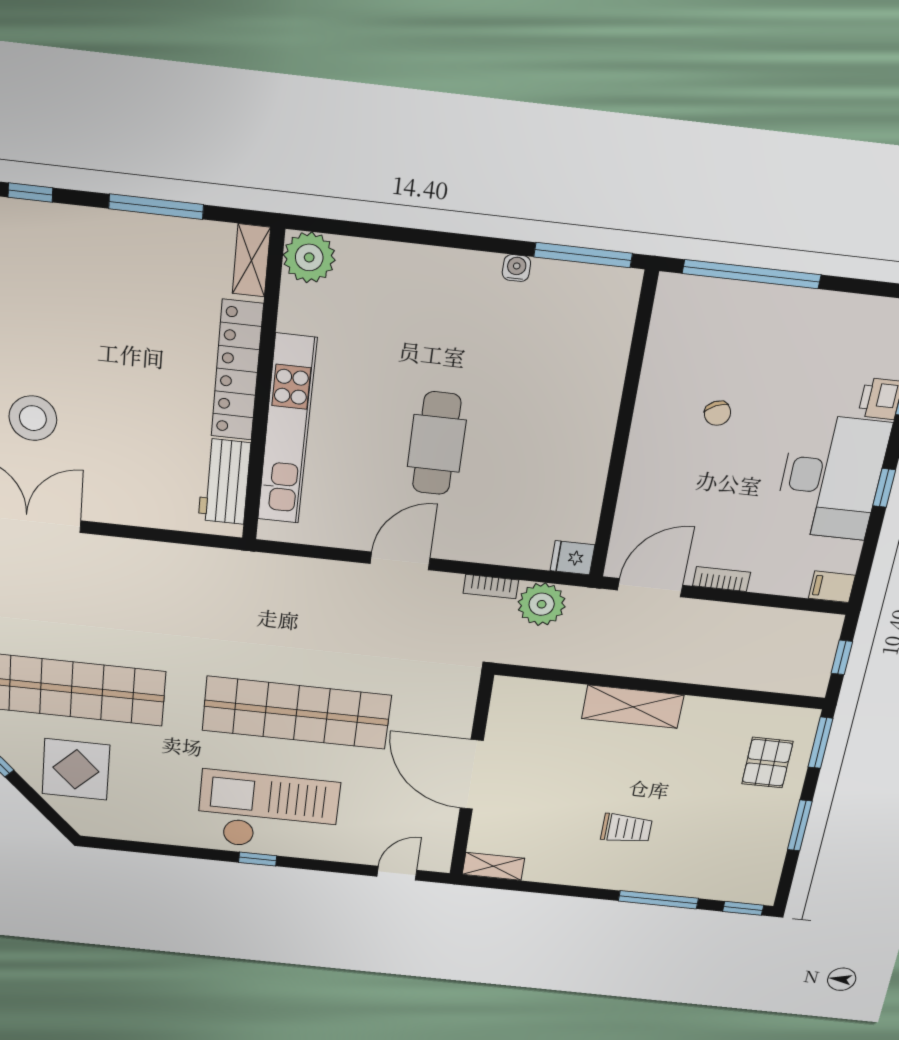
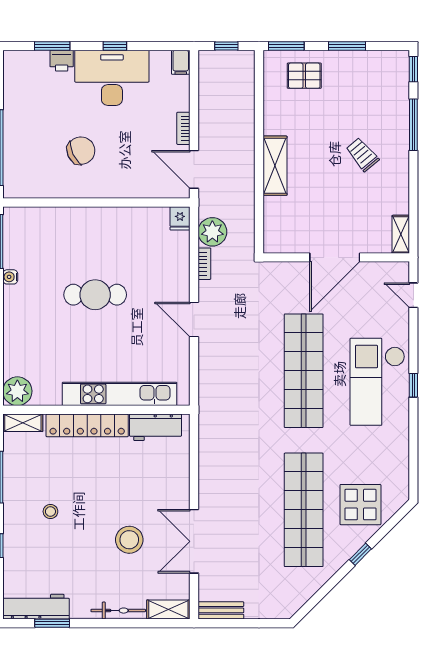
stool: (89, 291) -> (50, 511), added
chair: (718, 413) -> (81, 151), width x1.87, depth x1.87
cafe table: (437, 443) -> (95, 295), moved
trolley: (626, 829) -> (362, 154), turned -40

